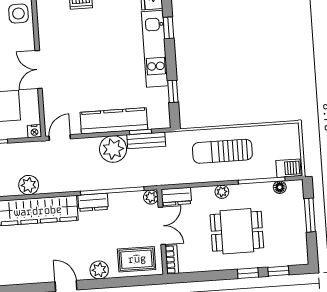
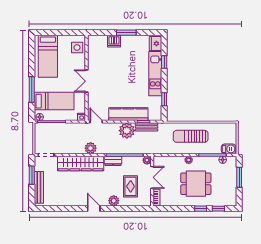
door: (60, 138) -> (96, 122), hinge flipped
plant: (29, 185) -> (91, 148), moved
dresser: (176, 196) -> (162, 161), removed
rug: (137, 259) -> (131, 186), moved, turned 90

